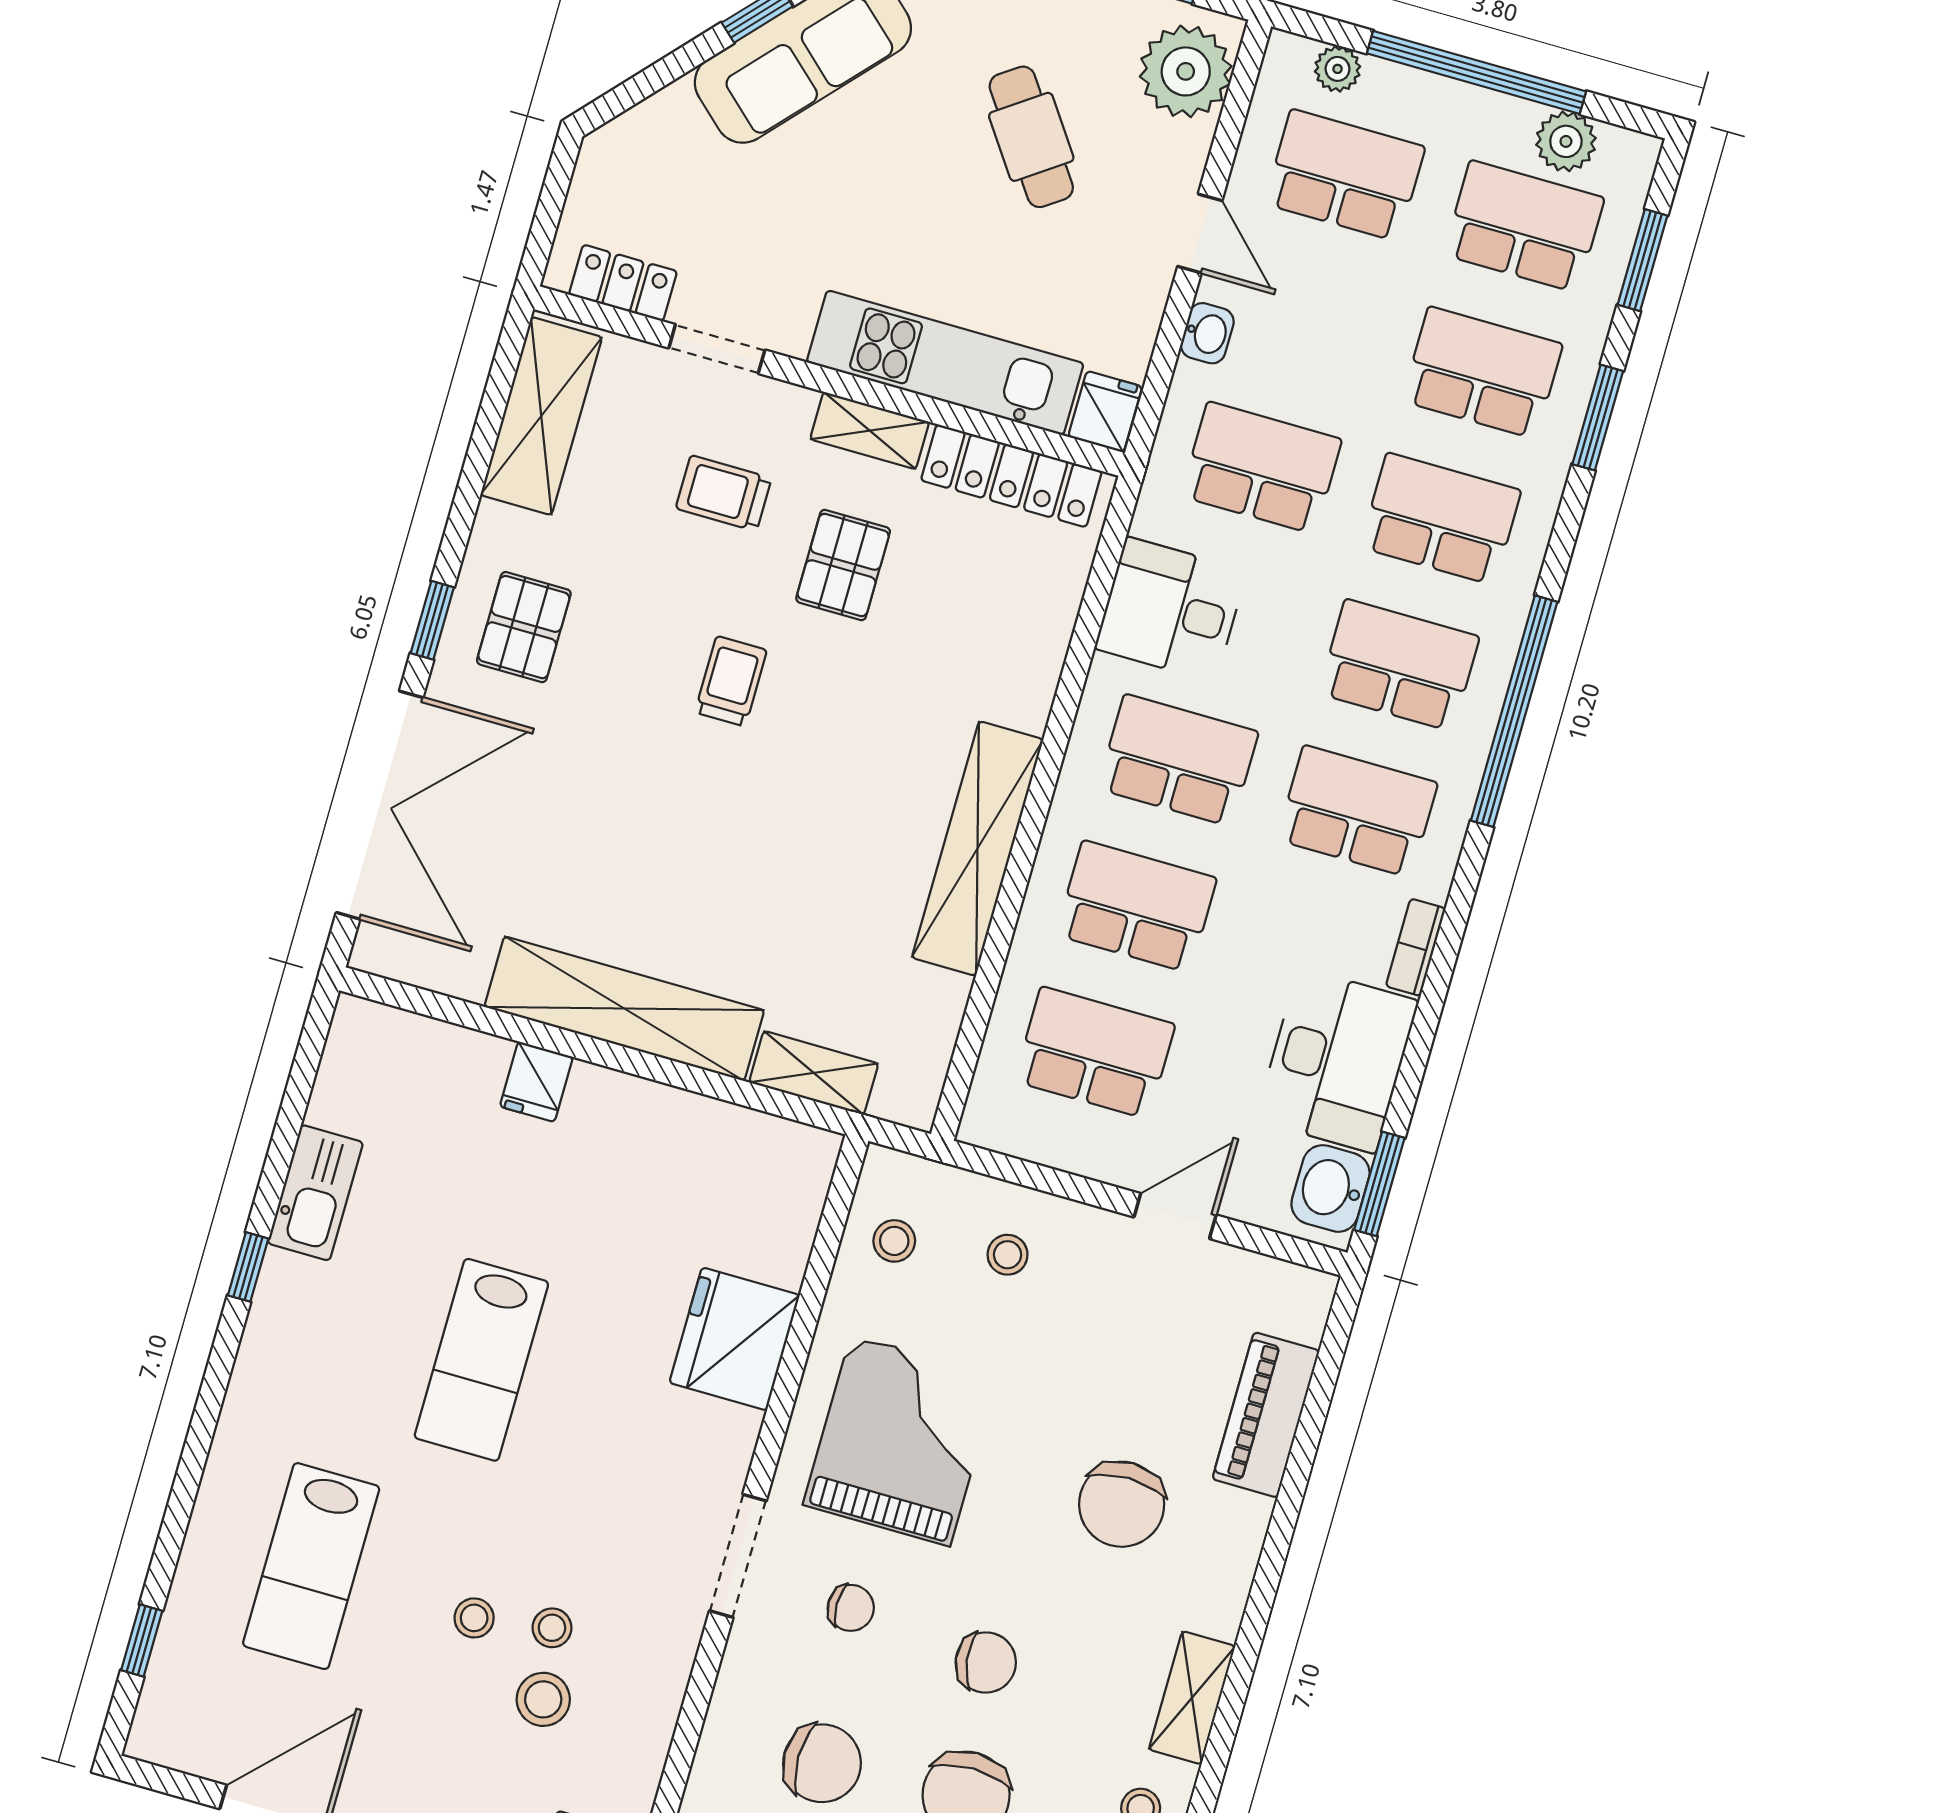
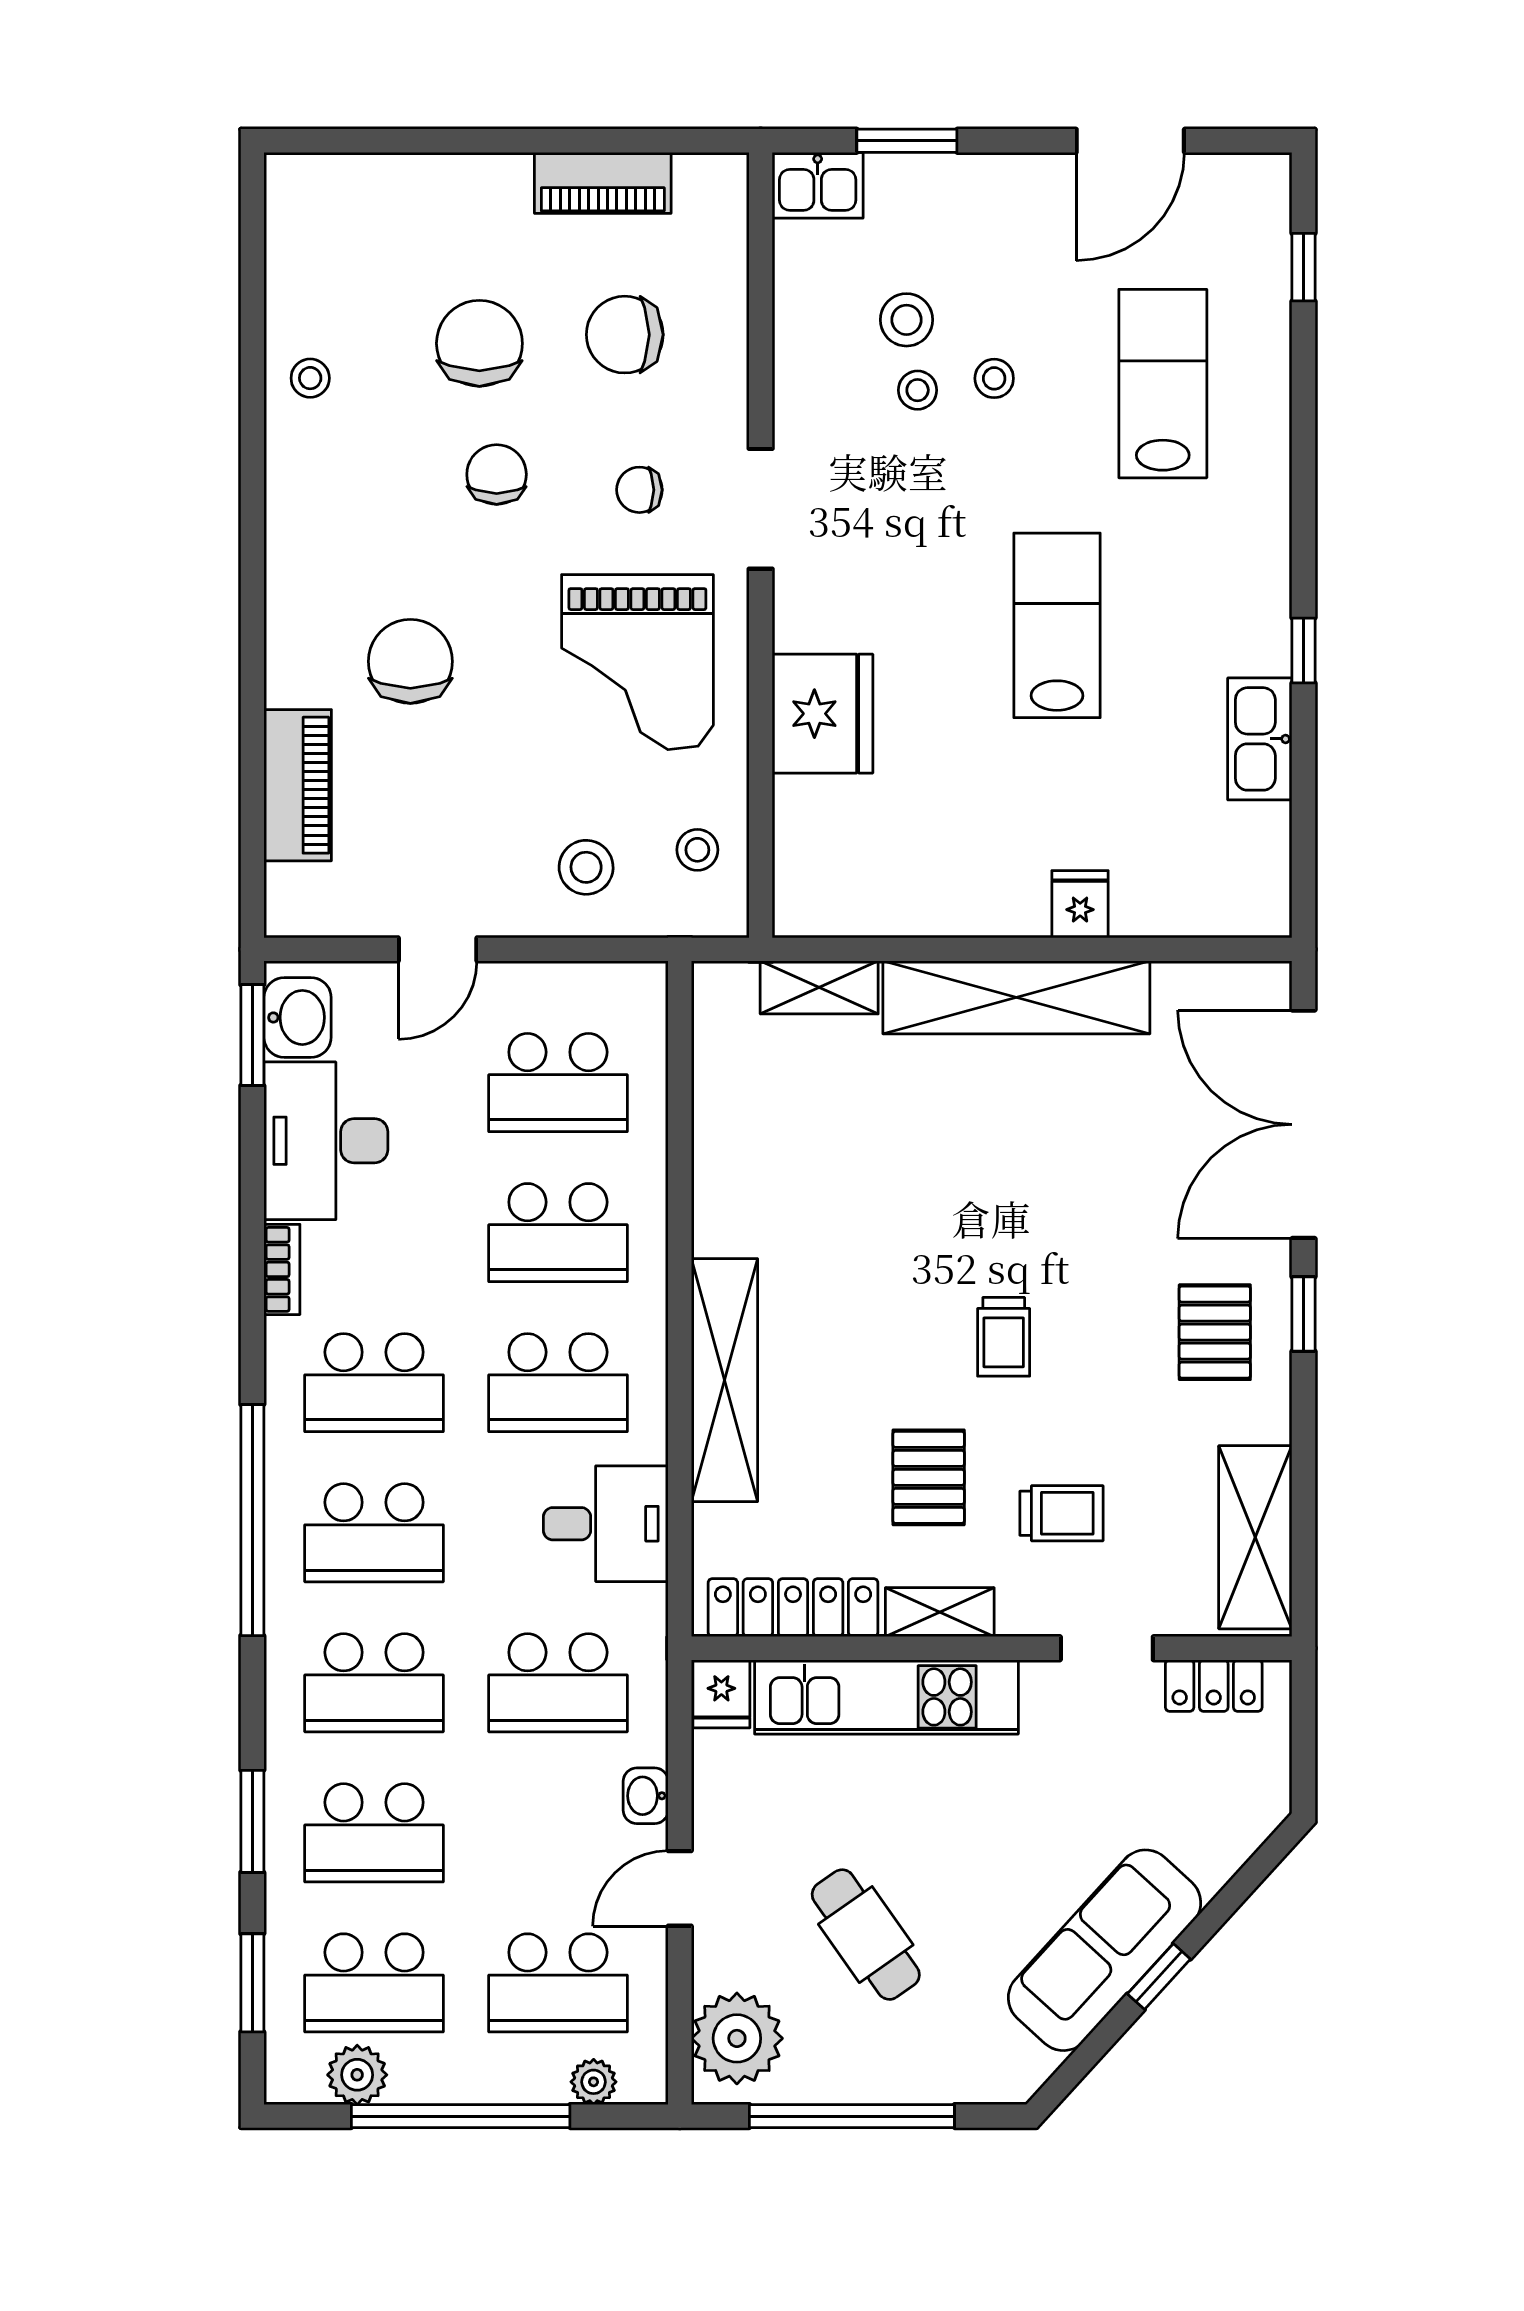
door: (1200, 233) -> (680, 1888), hinge flipped
shelving: (977, 848) -> (724, 1380), moved
stool: (1008, 1255) -> (586, 867), width x1.37, depth x1.37
chair: (986, 1662) -> (497, 474), turned 98
shelving: (1192, 1698) -> (291, 497), removed

